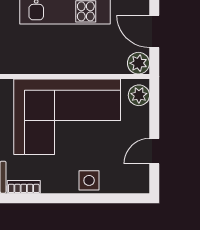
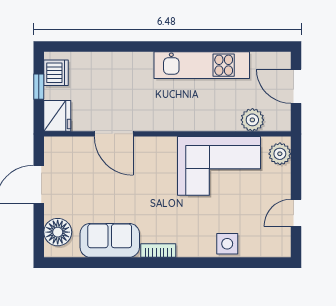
plant: (138, 63) -> (252, 120), moved
corner sofa: (67, 117) -> (219, 166), width x0.73, depth x0.74

